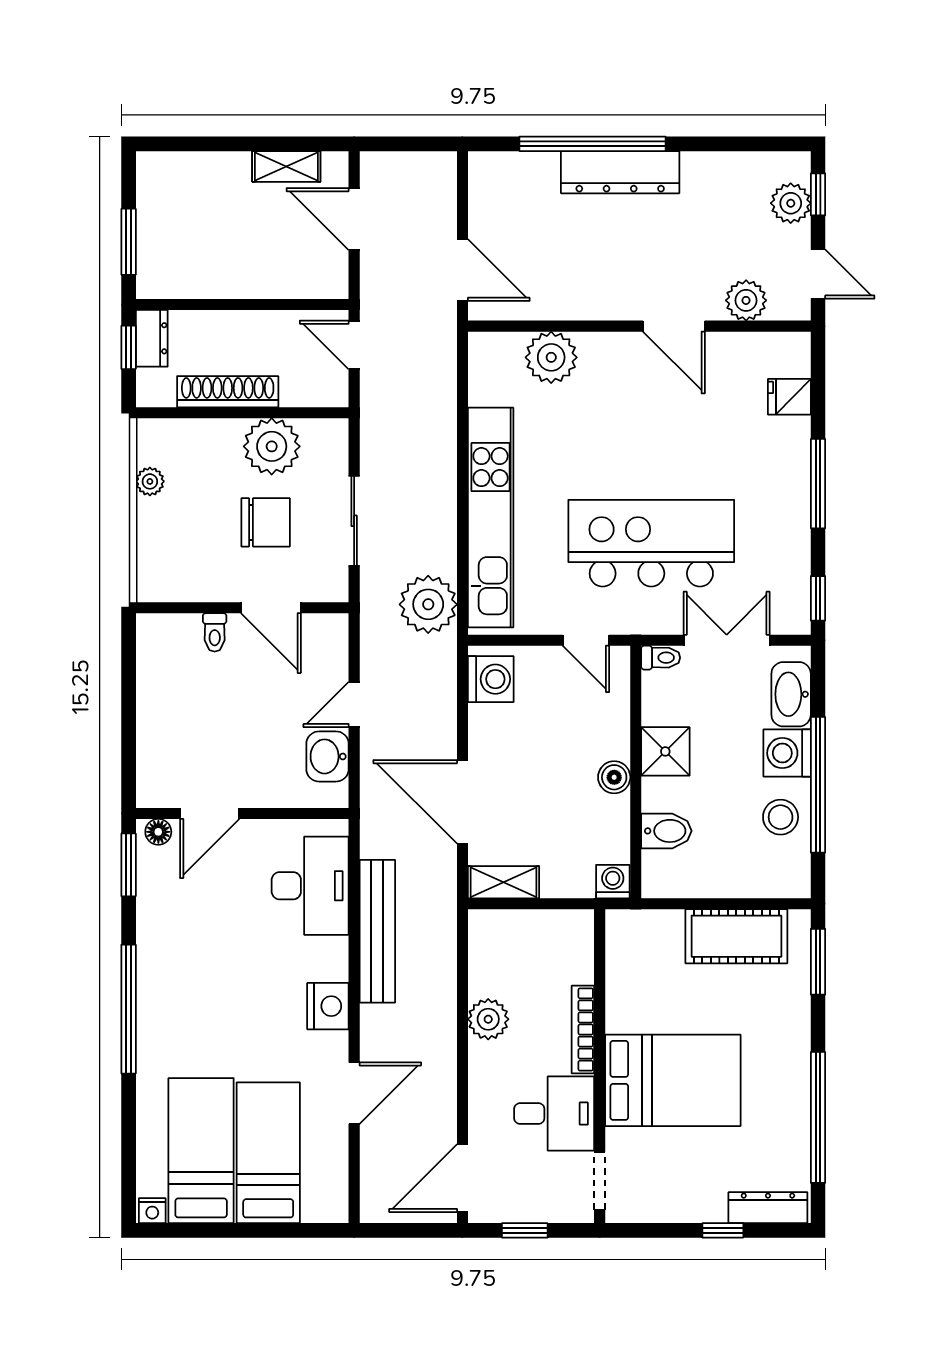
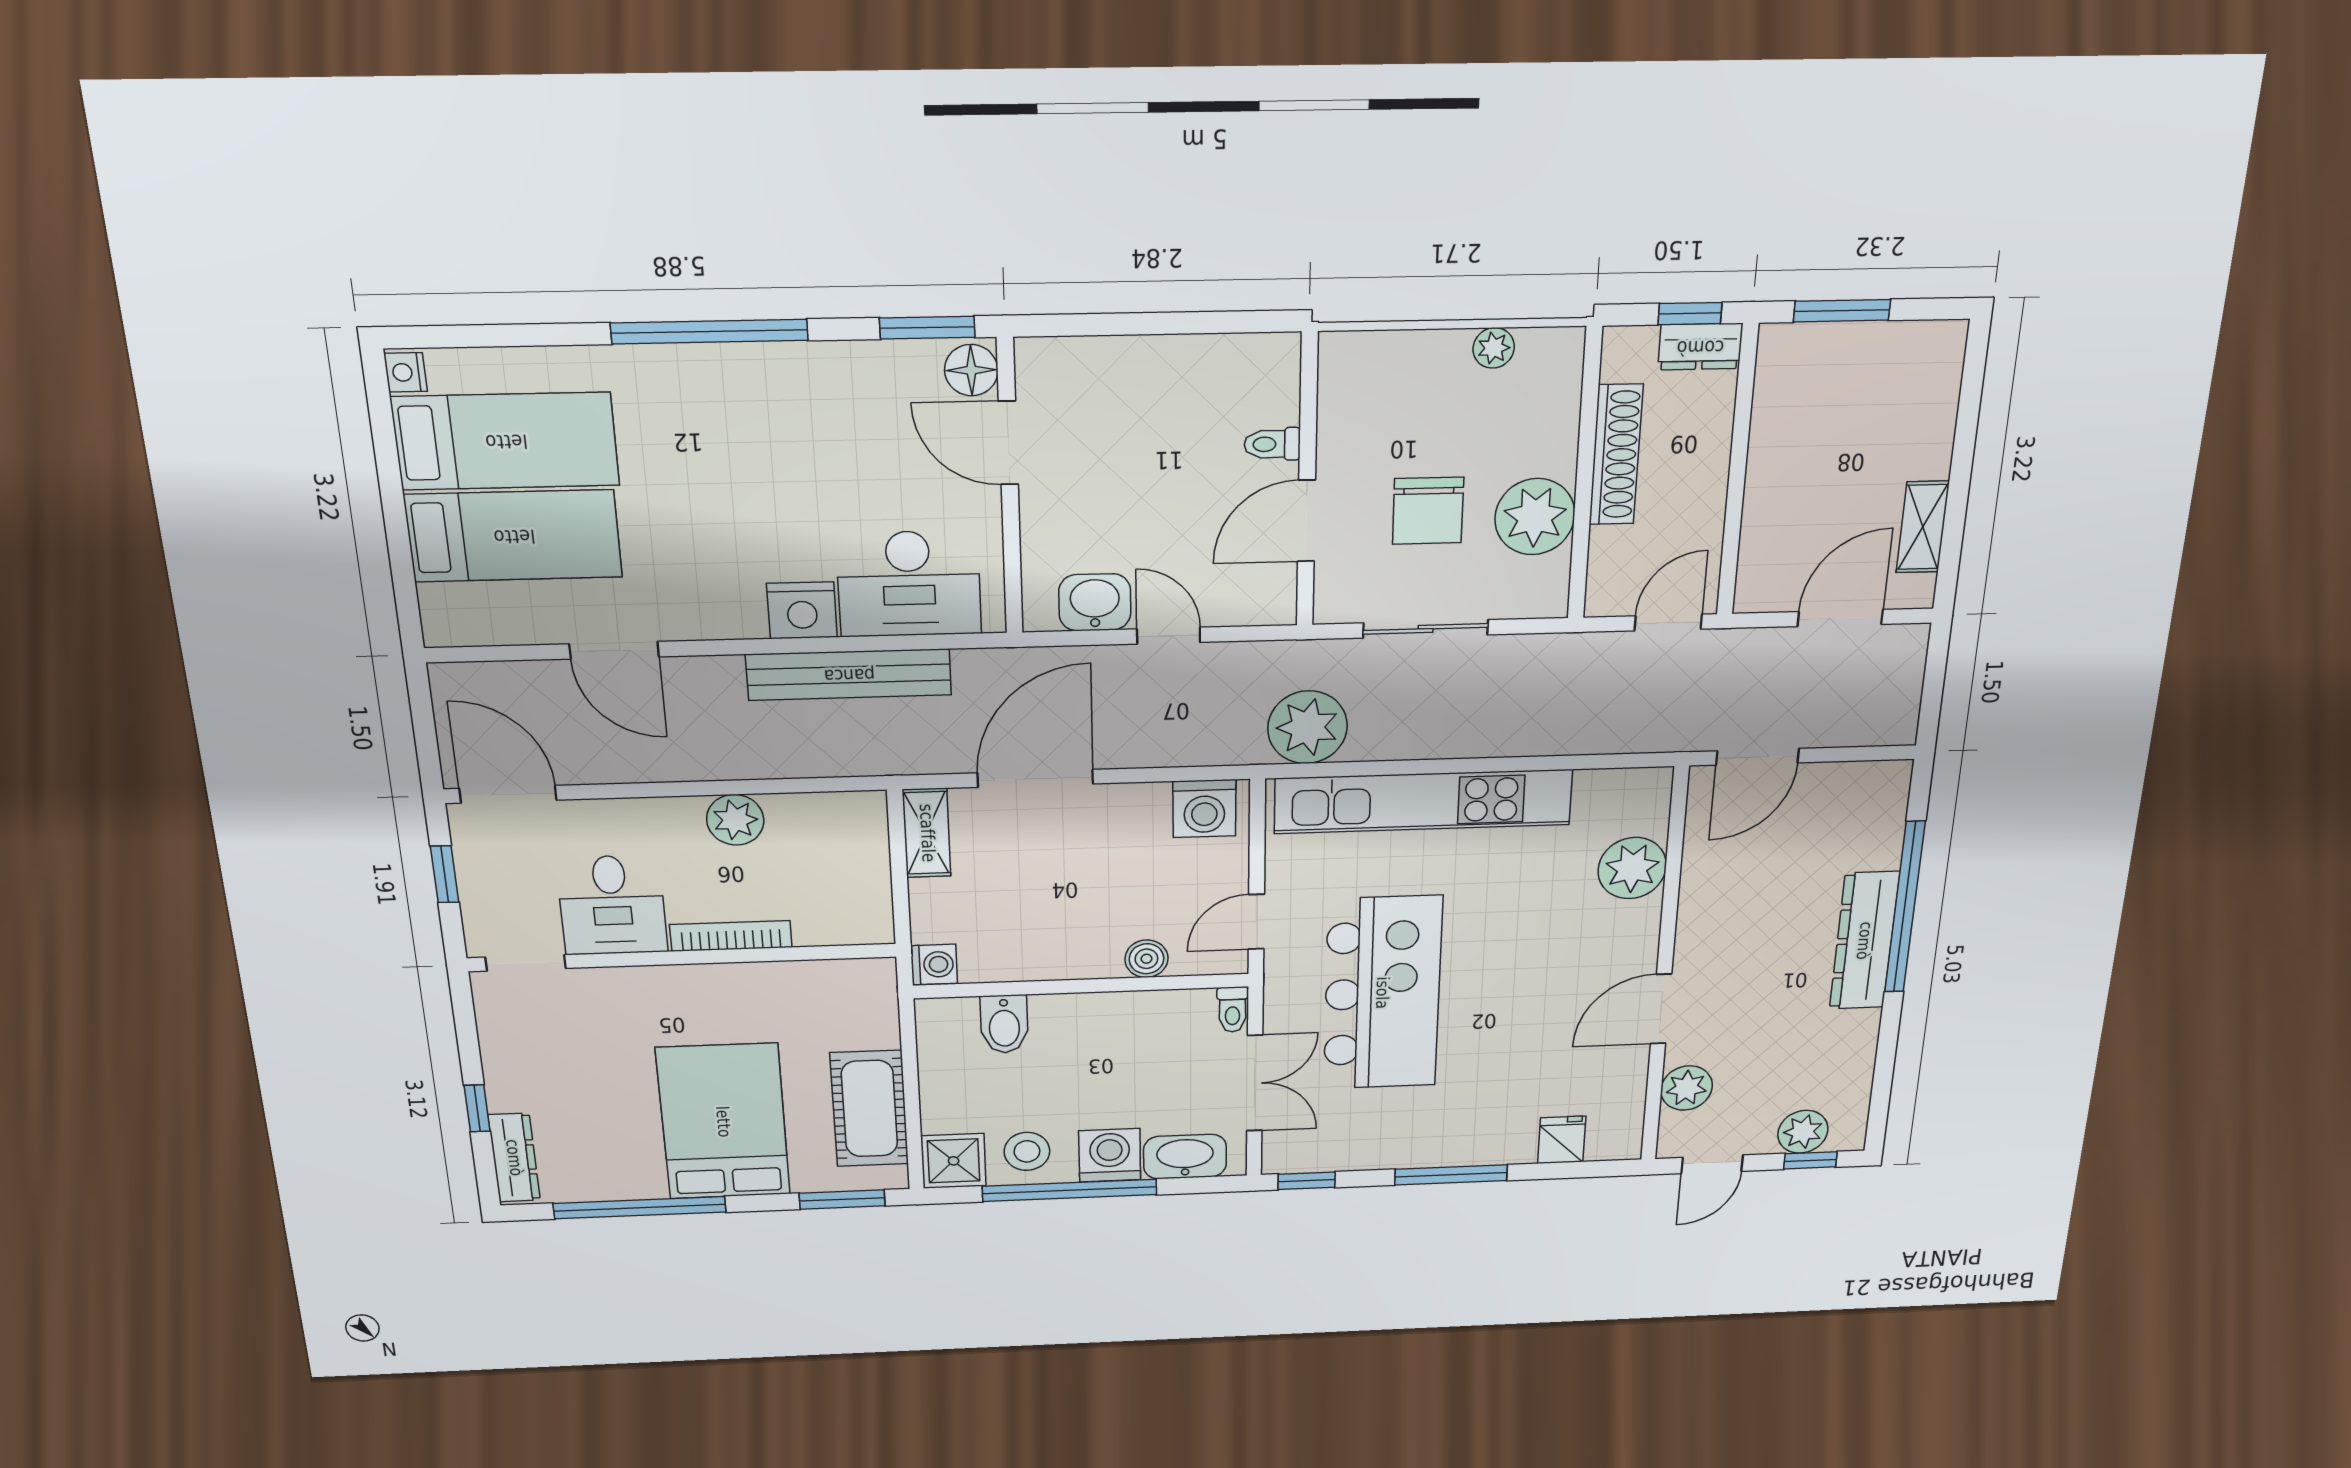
shower: (665, 751) -> (954, 1161), moved
boiler: (614, 777) -> (1146, 959), moved
floor lamp: (158, 832) -> (971, 370), width x1.37, depth x1.37
nightstand: (328, 1006) -> (802, 610), moved
bed: (673, 1080) -> (723, 1122), moved, turned 180

